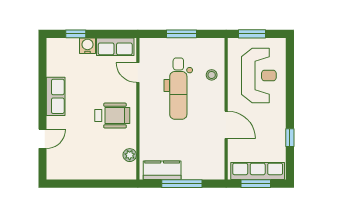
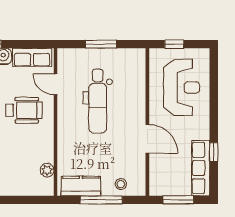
window: (252, 34) -> (174, 44), width x0.67
stool: (212, 75) -> (121, 184), moved
wheelchair: (112, 116) -> (24, 110), moved
row of seats: (258, 171) -> (201, 168), moved, turned -90

